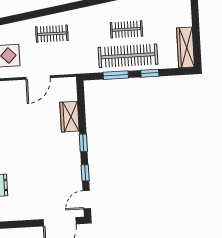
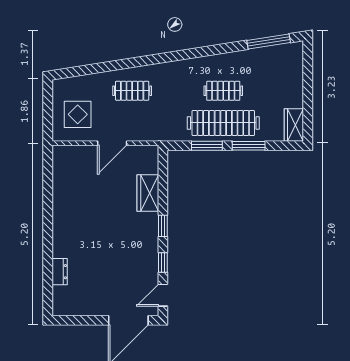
wardrobe: (186, 47) -> (294, 125), width x0.67
window: (150, 73) -> (249, 146), width x1.50

